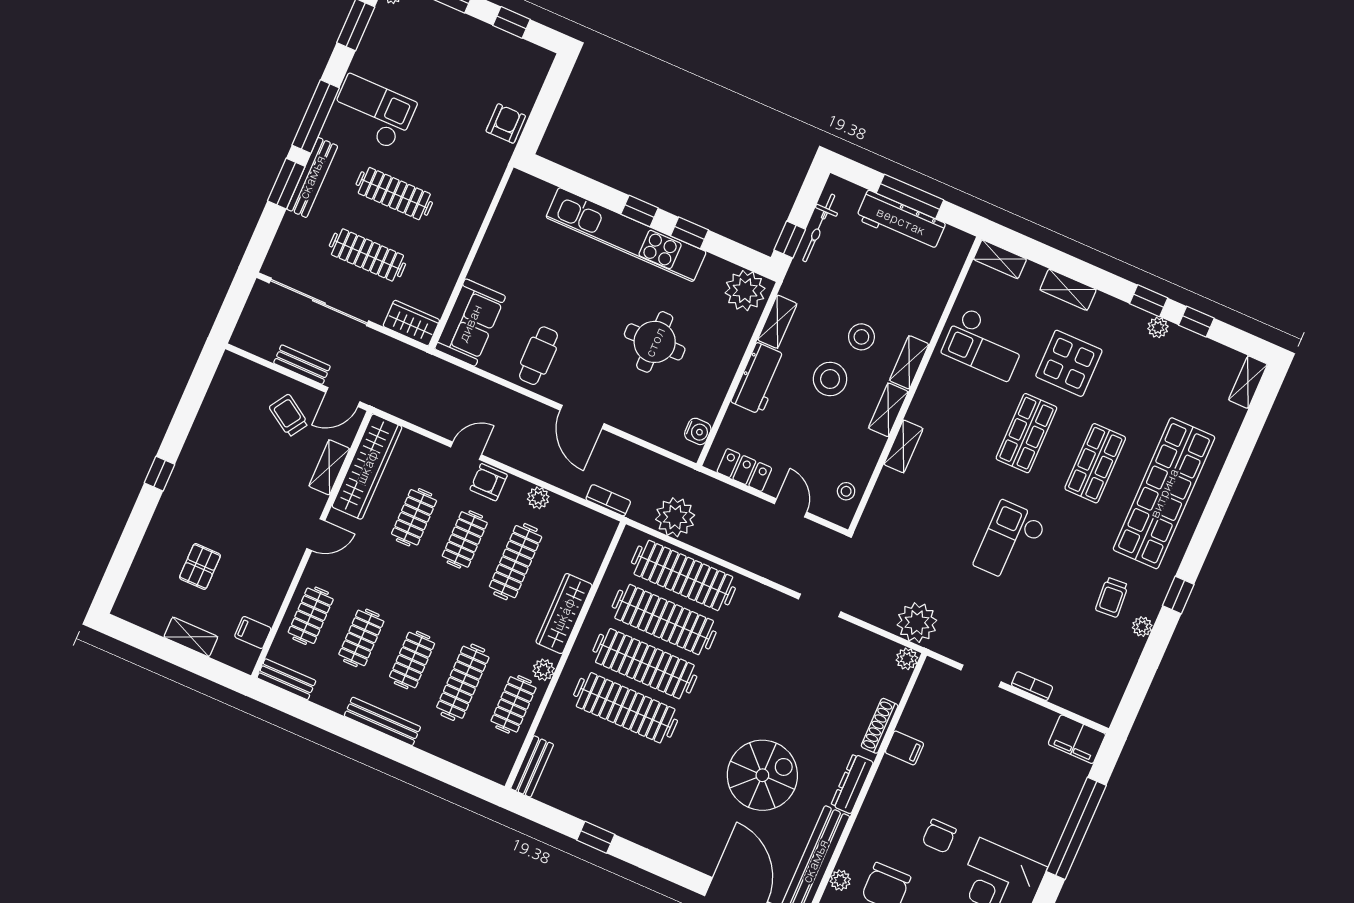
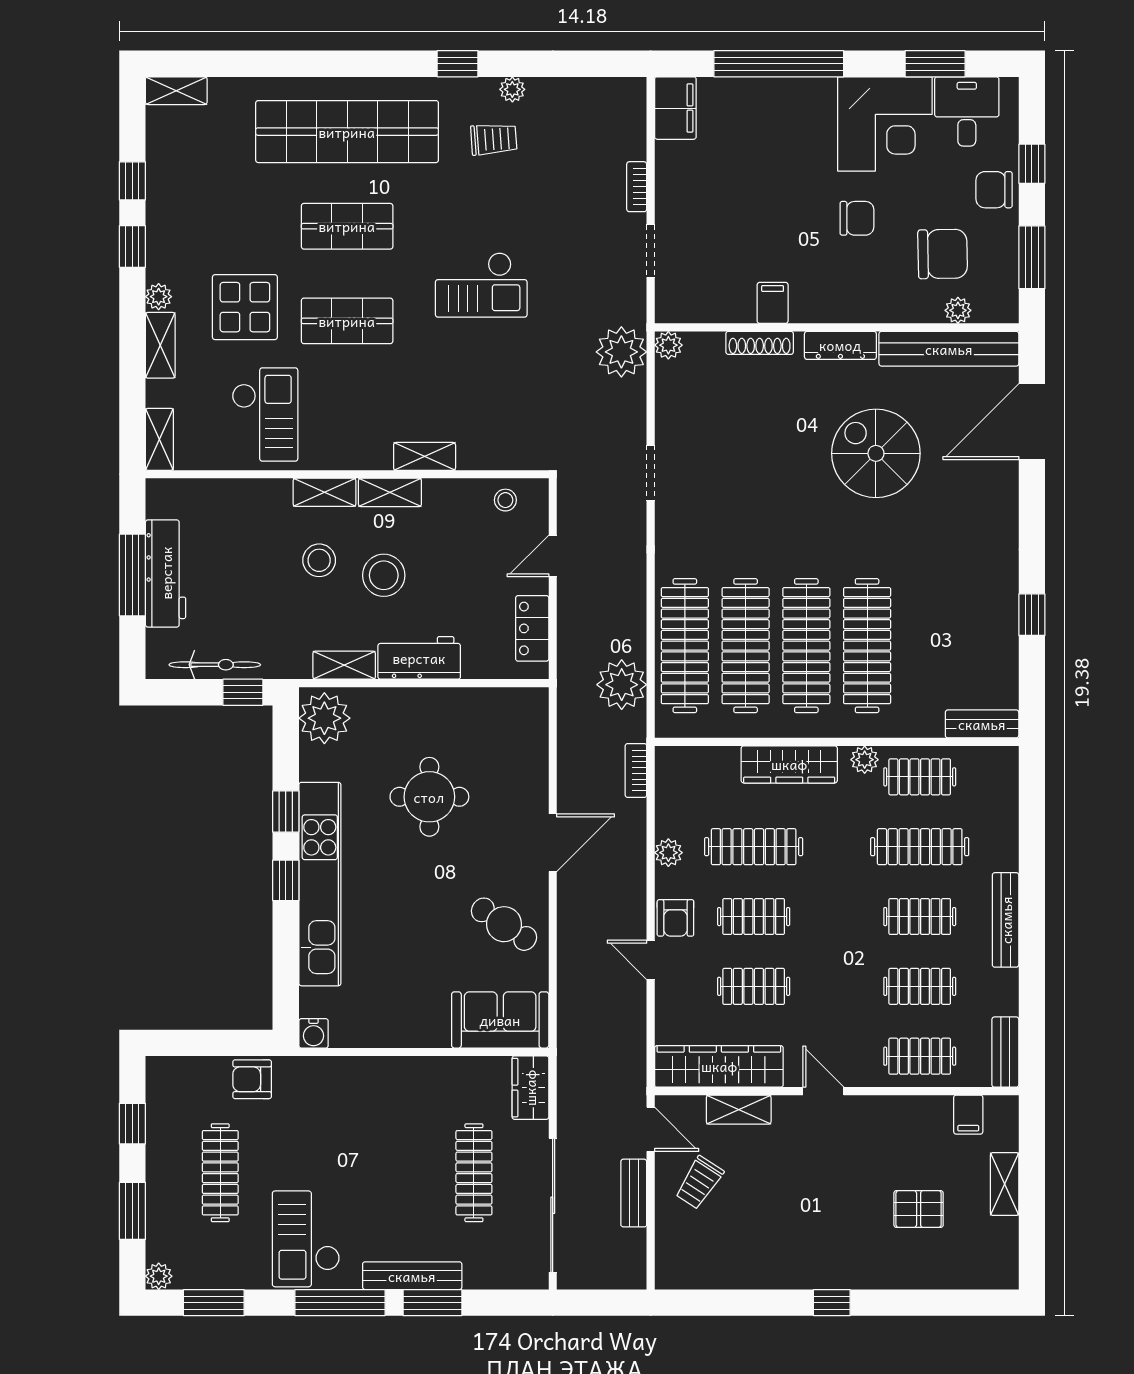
clothes rail: (394, 194) -> (220, 1173), moved
plant: (1158, 327) -> (159, 297), moved
cafe table: (538, 356) -> (504, 924), turned 34
water cooler: (698, 431) -> (314, 1033), moved, turned 180

